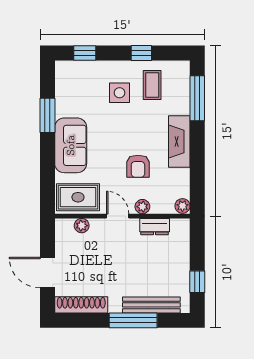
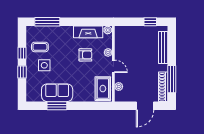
window: (85, 53) -> (22, 72), moved
fireplace: (179, 142) -> (88, 32), moved
sofa: (71, 145) -> (57, 93), moved
door: (118, 216) -> (113, 66), swing flipped
dresser: (155, 227) -> (119, 46), removed
window: (133, 320) -> (172, 79), moved

